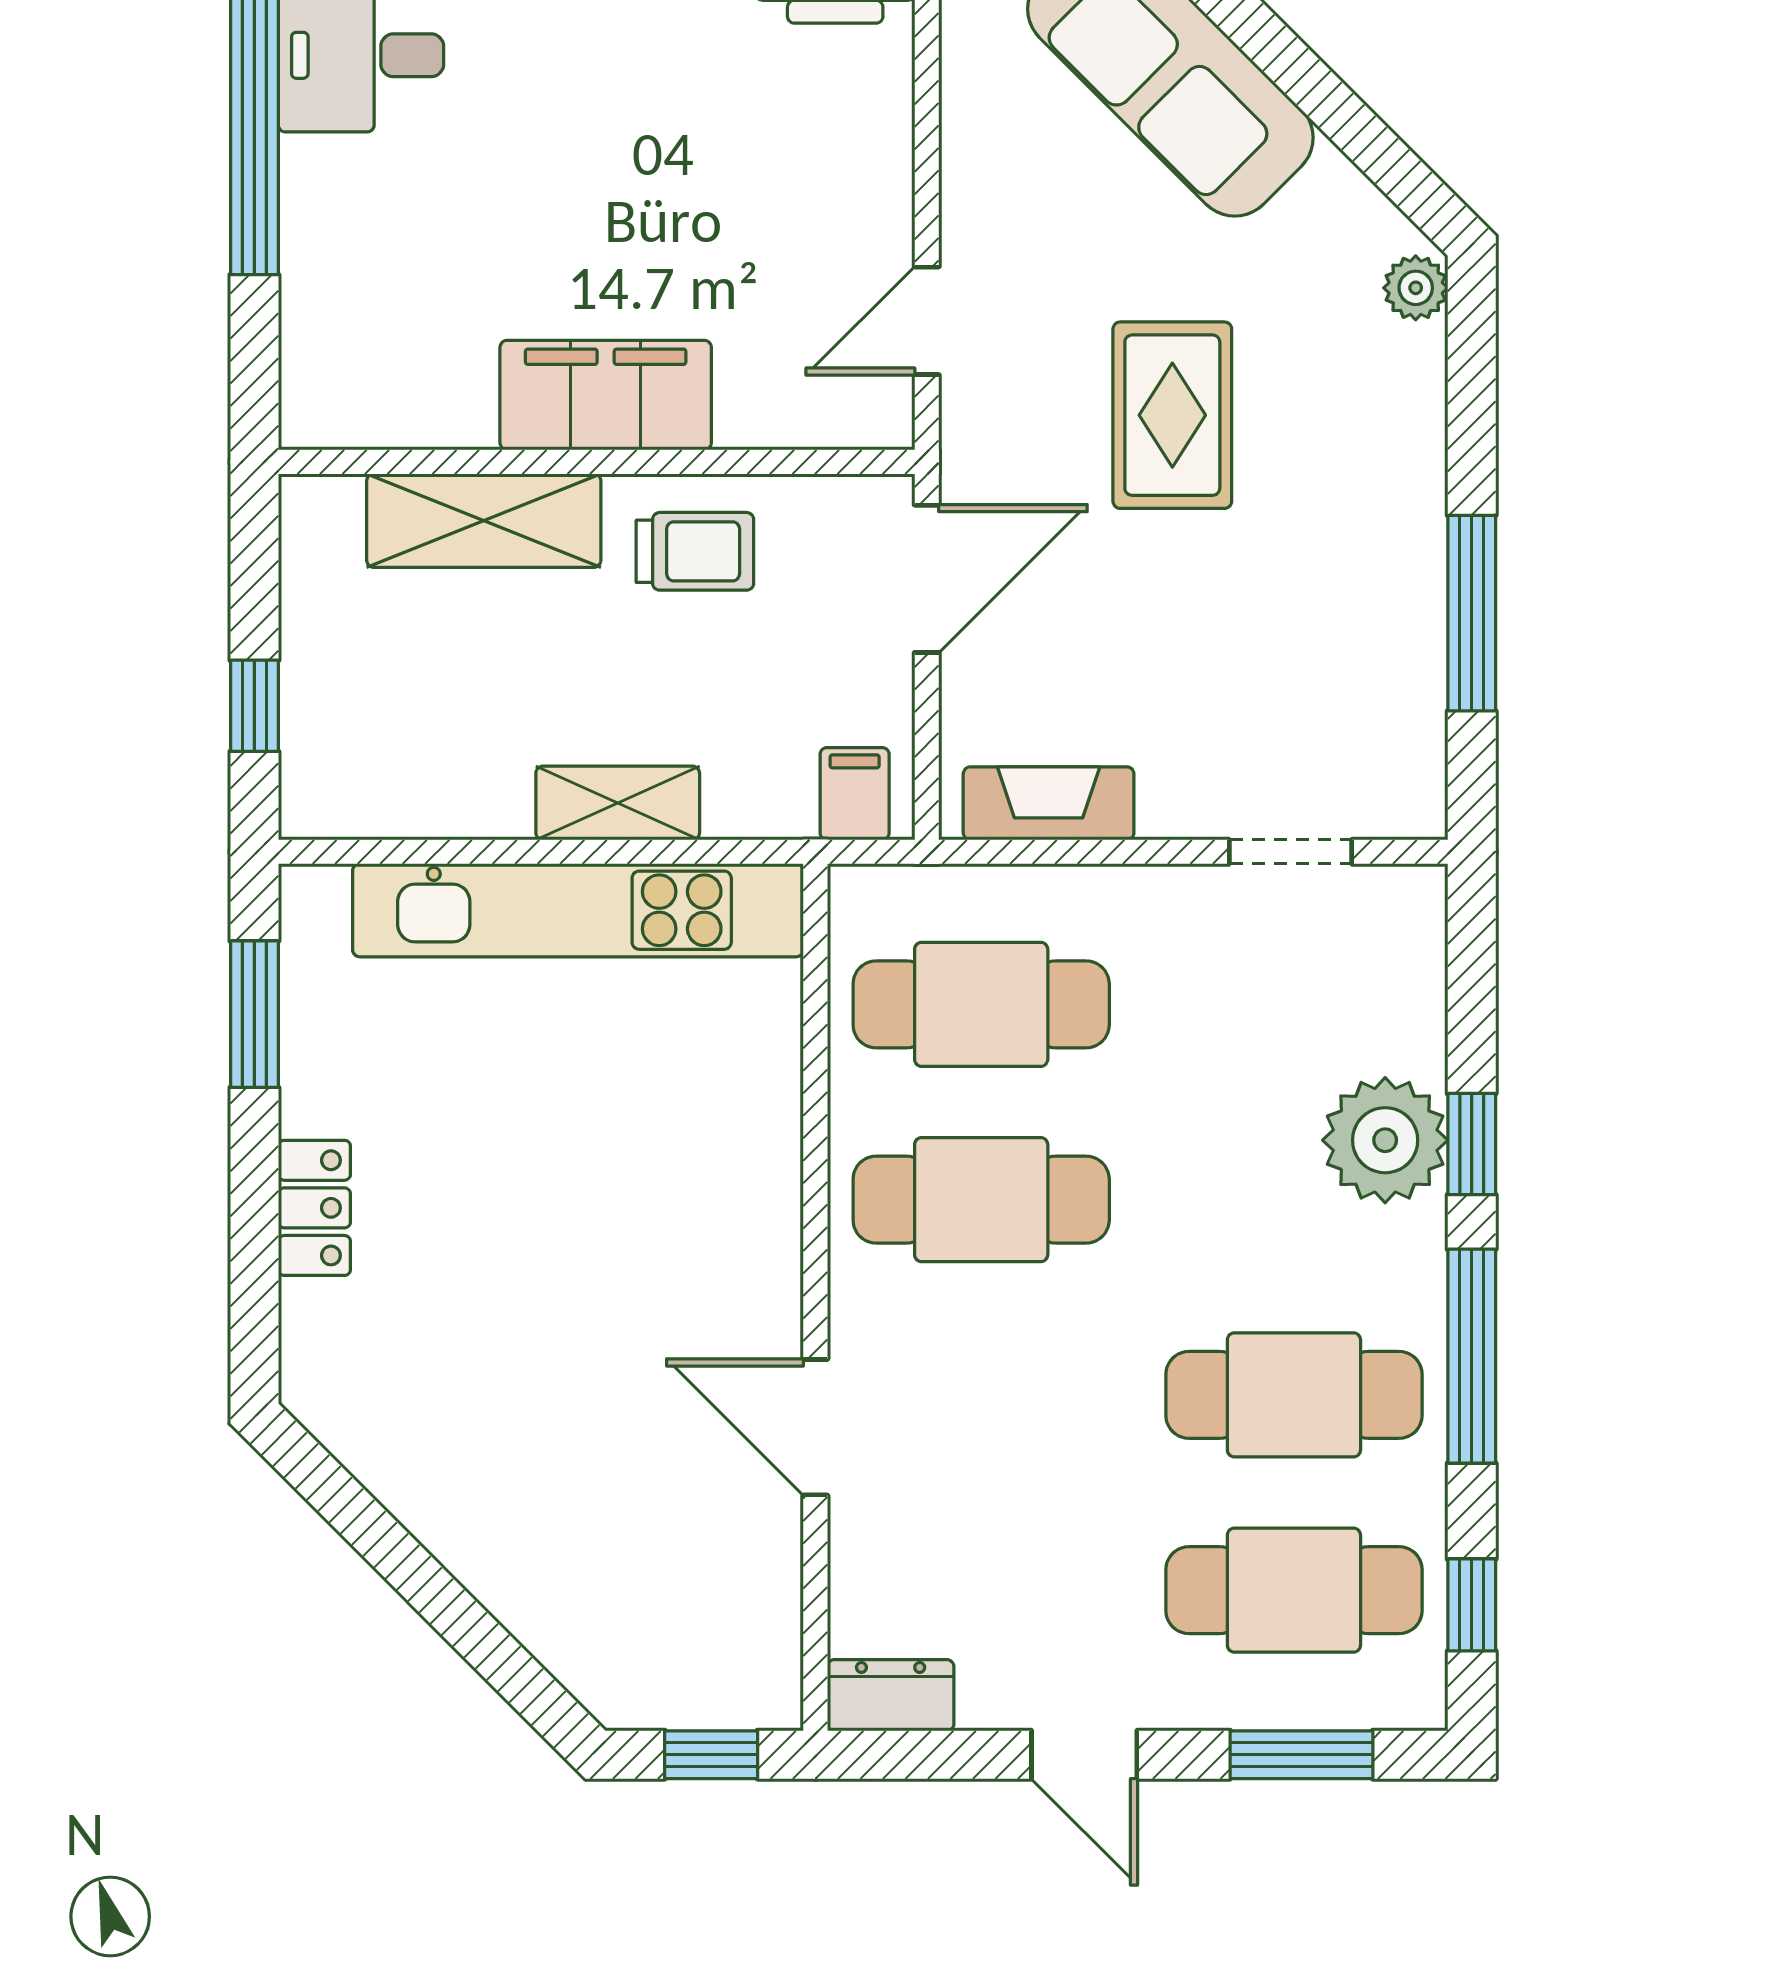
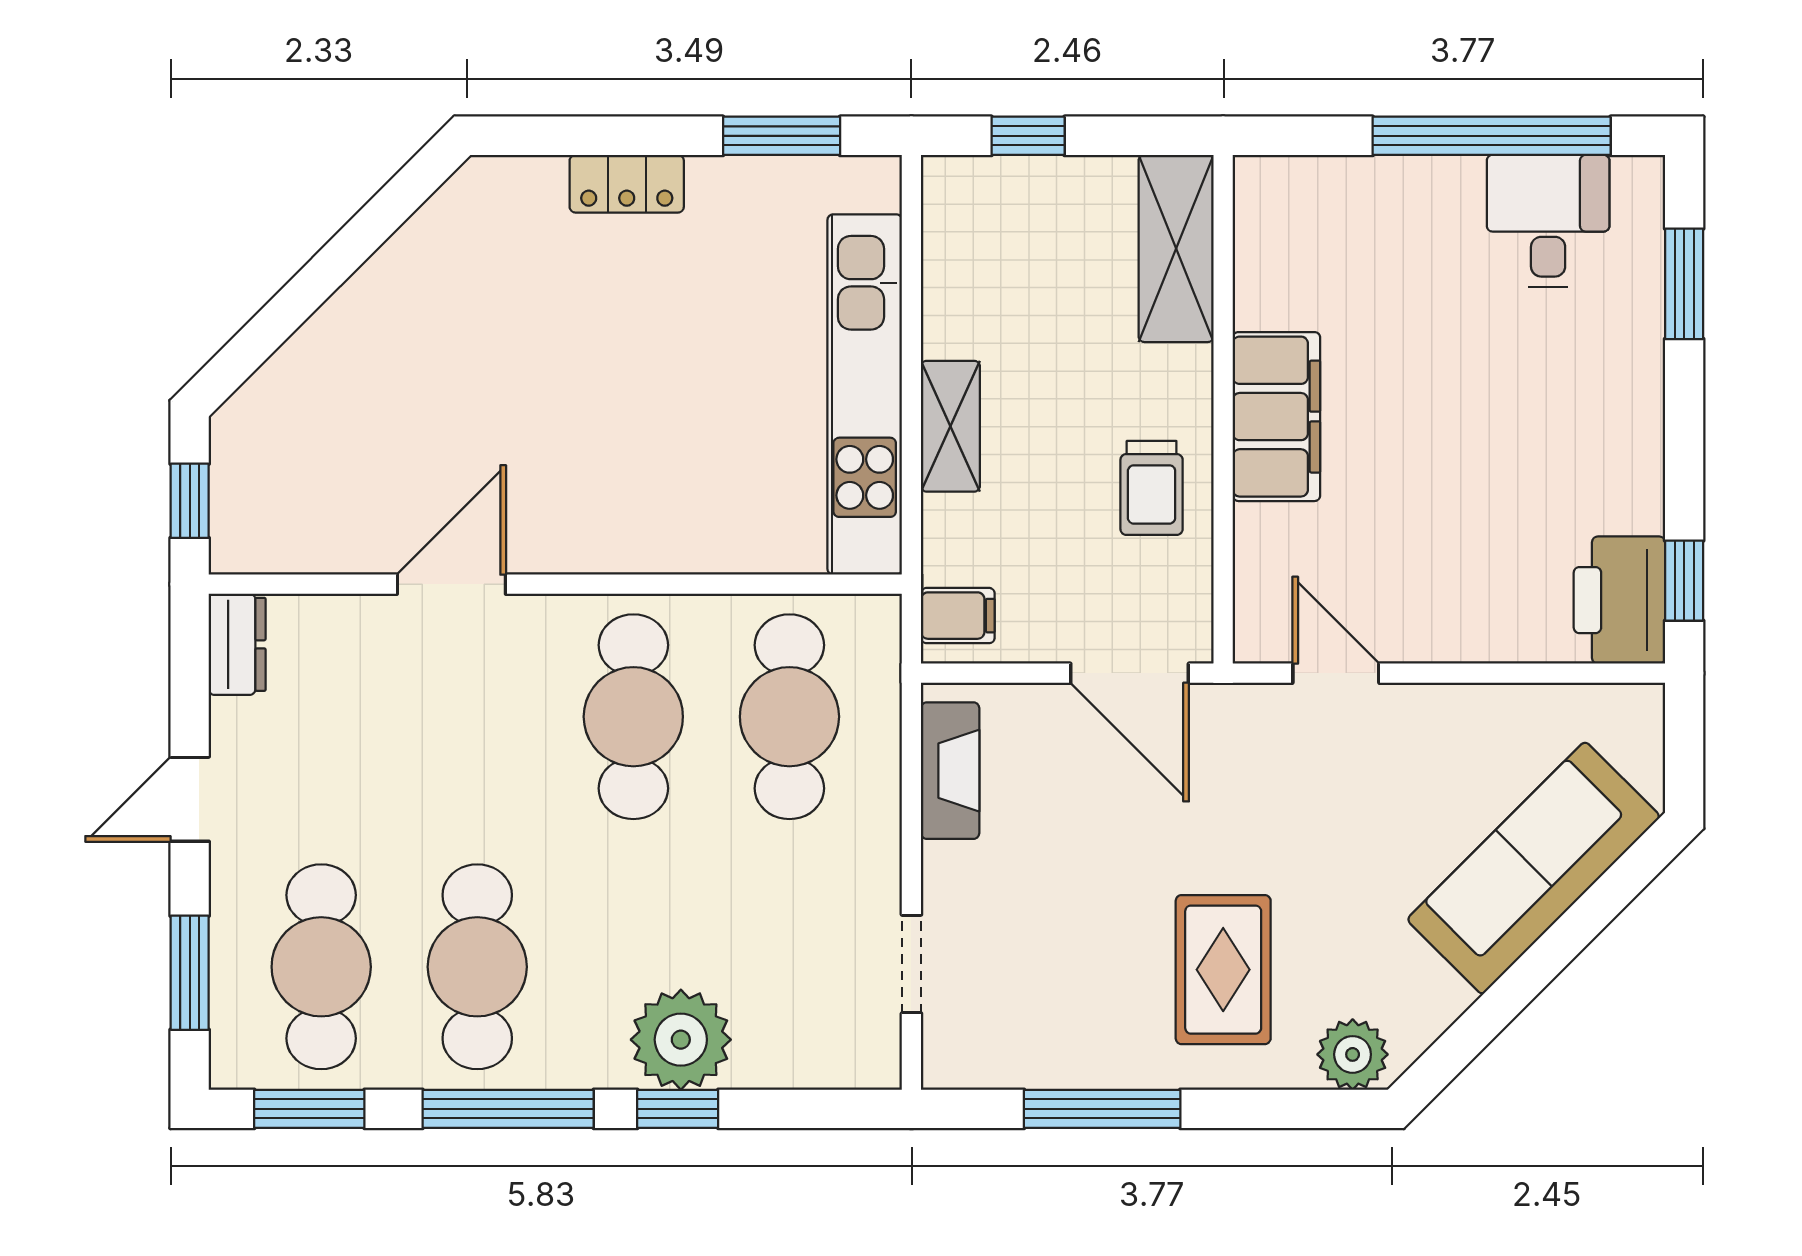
plant: (1416, 288) -> (1353, 1054), width x1.38, depth x1.38
rug: (1172, 415) -> (1223, 970), moved, turned 90
shelving: (484, 521) -> (1176, 248), moved
window: (1472, 1605) -> (309, 1109), width x1.50

